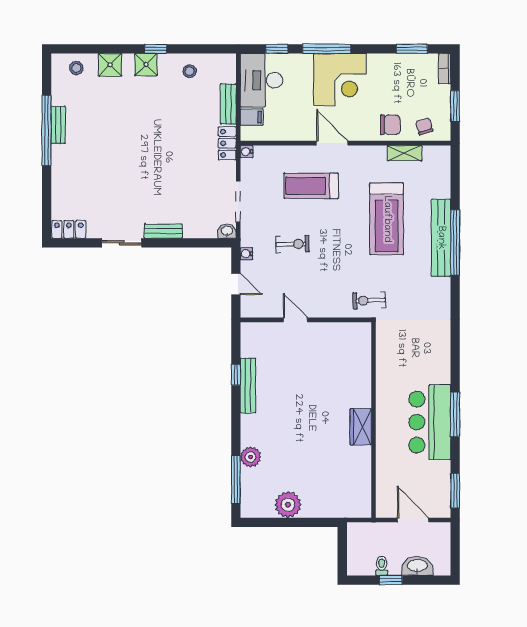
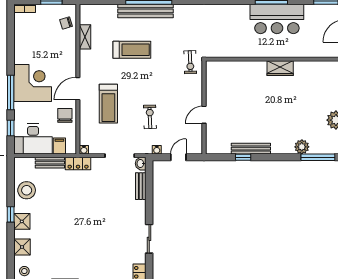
window: (412, 49) -> (11, 32), removed
stool: (190, 71) -> (27, 190), width x1.89, depth x1.89
chair: (390, 125) -> (65, 115), moved
treadmill: (387, 219) -> (132, 50), width x0.73, depth x0.73
bench: (163, 231) -> (141, 186), moved

